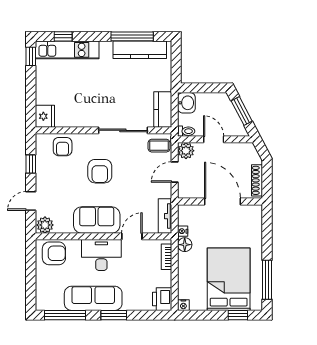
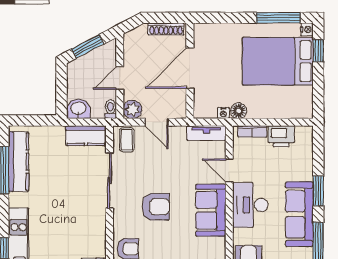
printer: (162, 299) -> (281, 136), moved
nightstand: (183, 305) -> (307, 29), moved

